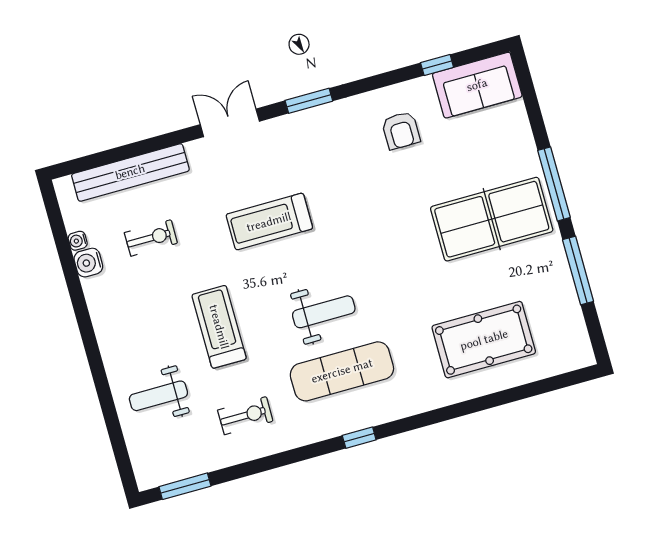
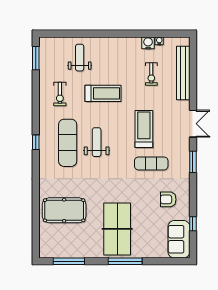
exercise mat: (336, 186) -> (151, 163), added
window: (578, 270) -> (69, 261), moved
weight bench: (324, 312) -> (97, 142), turned 180
pool table: (484, 340) -> (64, 210), turned 90

